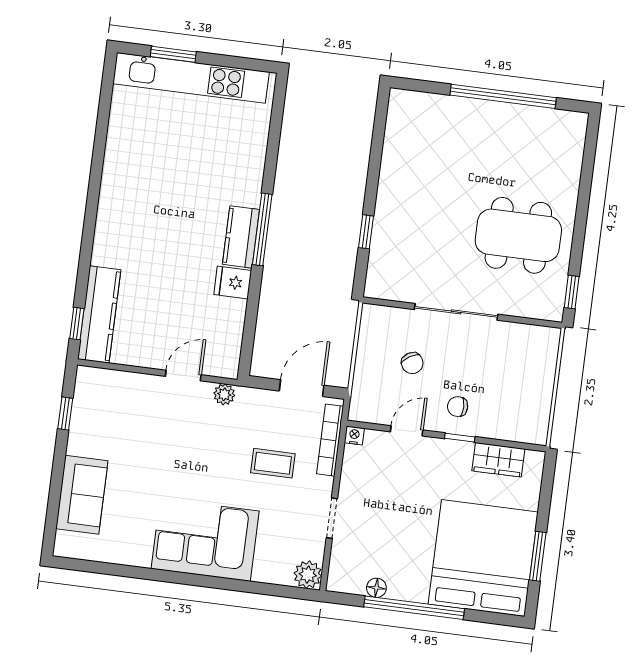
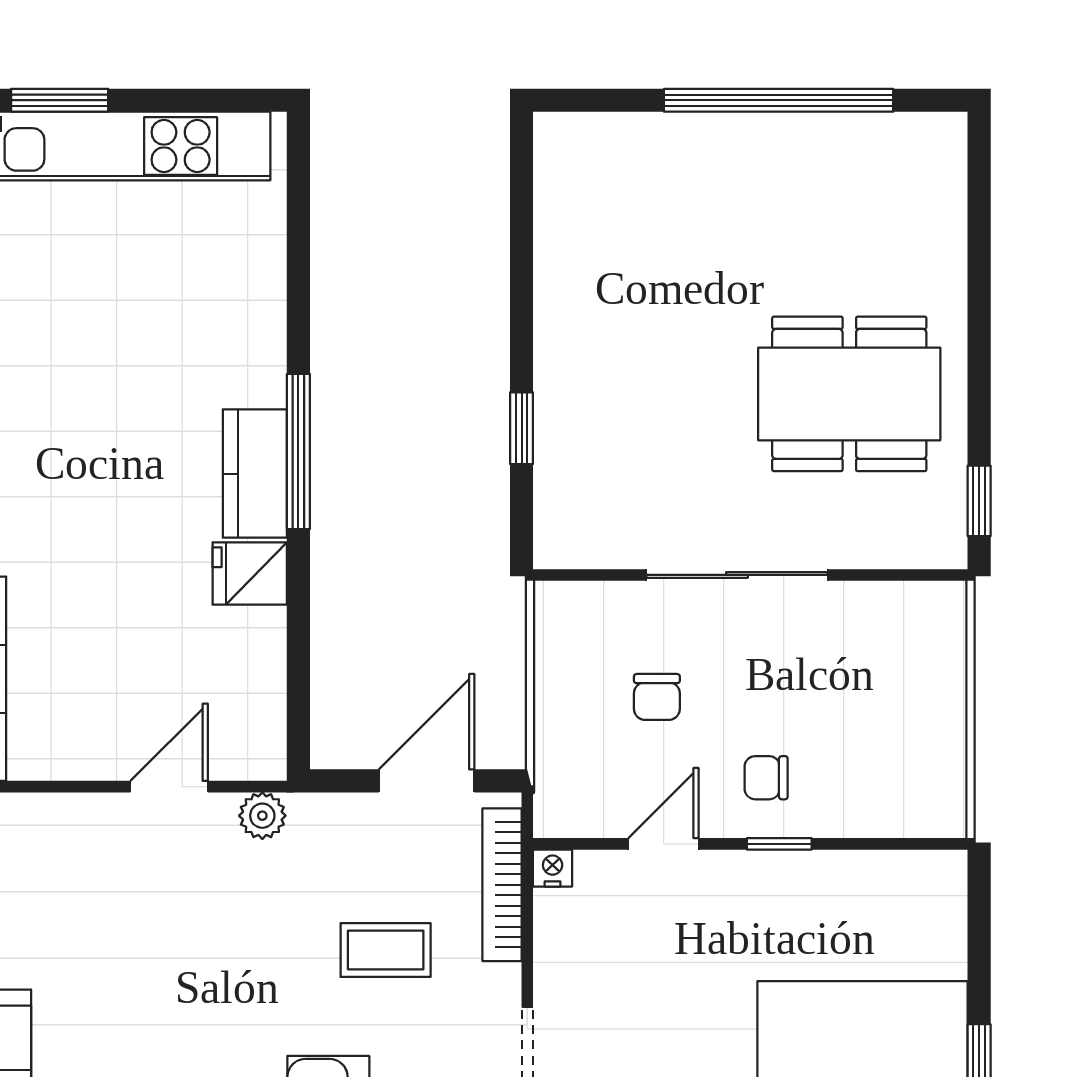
chair: (412, 363) -> (657, 697), turned 32
wardrobe: (498, 460) -> (868, 881), removed

